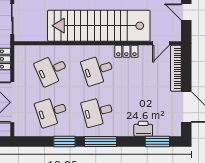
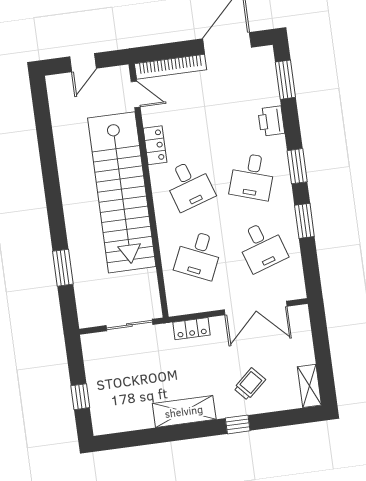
desk: (52, 70) -> (199, 255), turned 48
desk: (98, 112) -> (252, 177), turned 33
printer: (143, 129) -> (271, 121), moved
window: (100, 142) -> (297, 166), width x0.69

